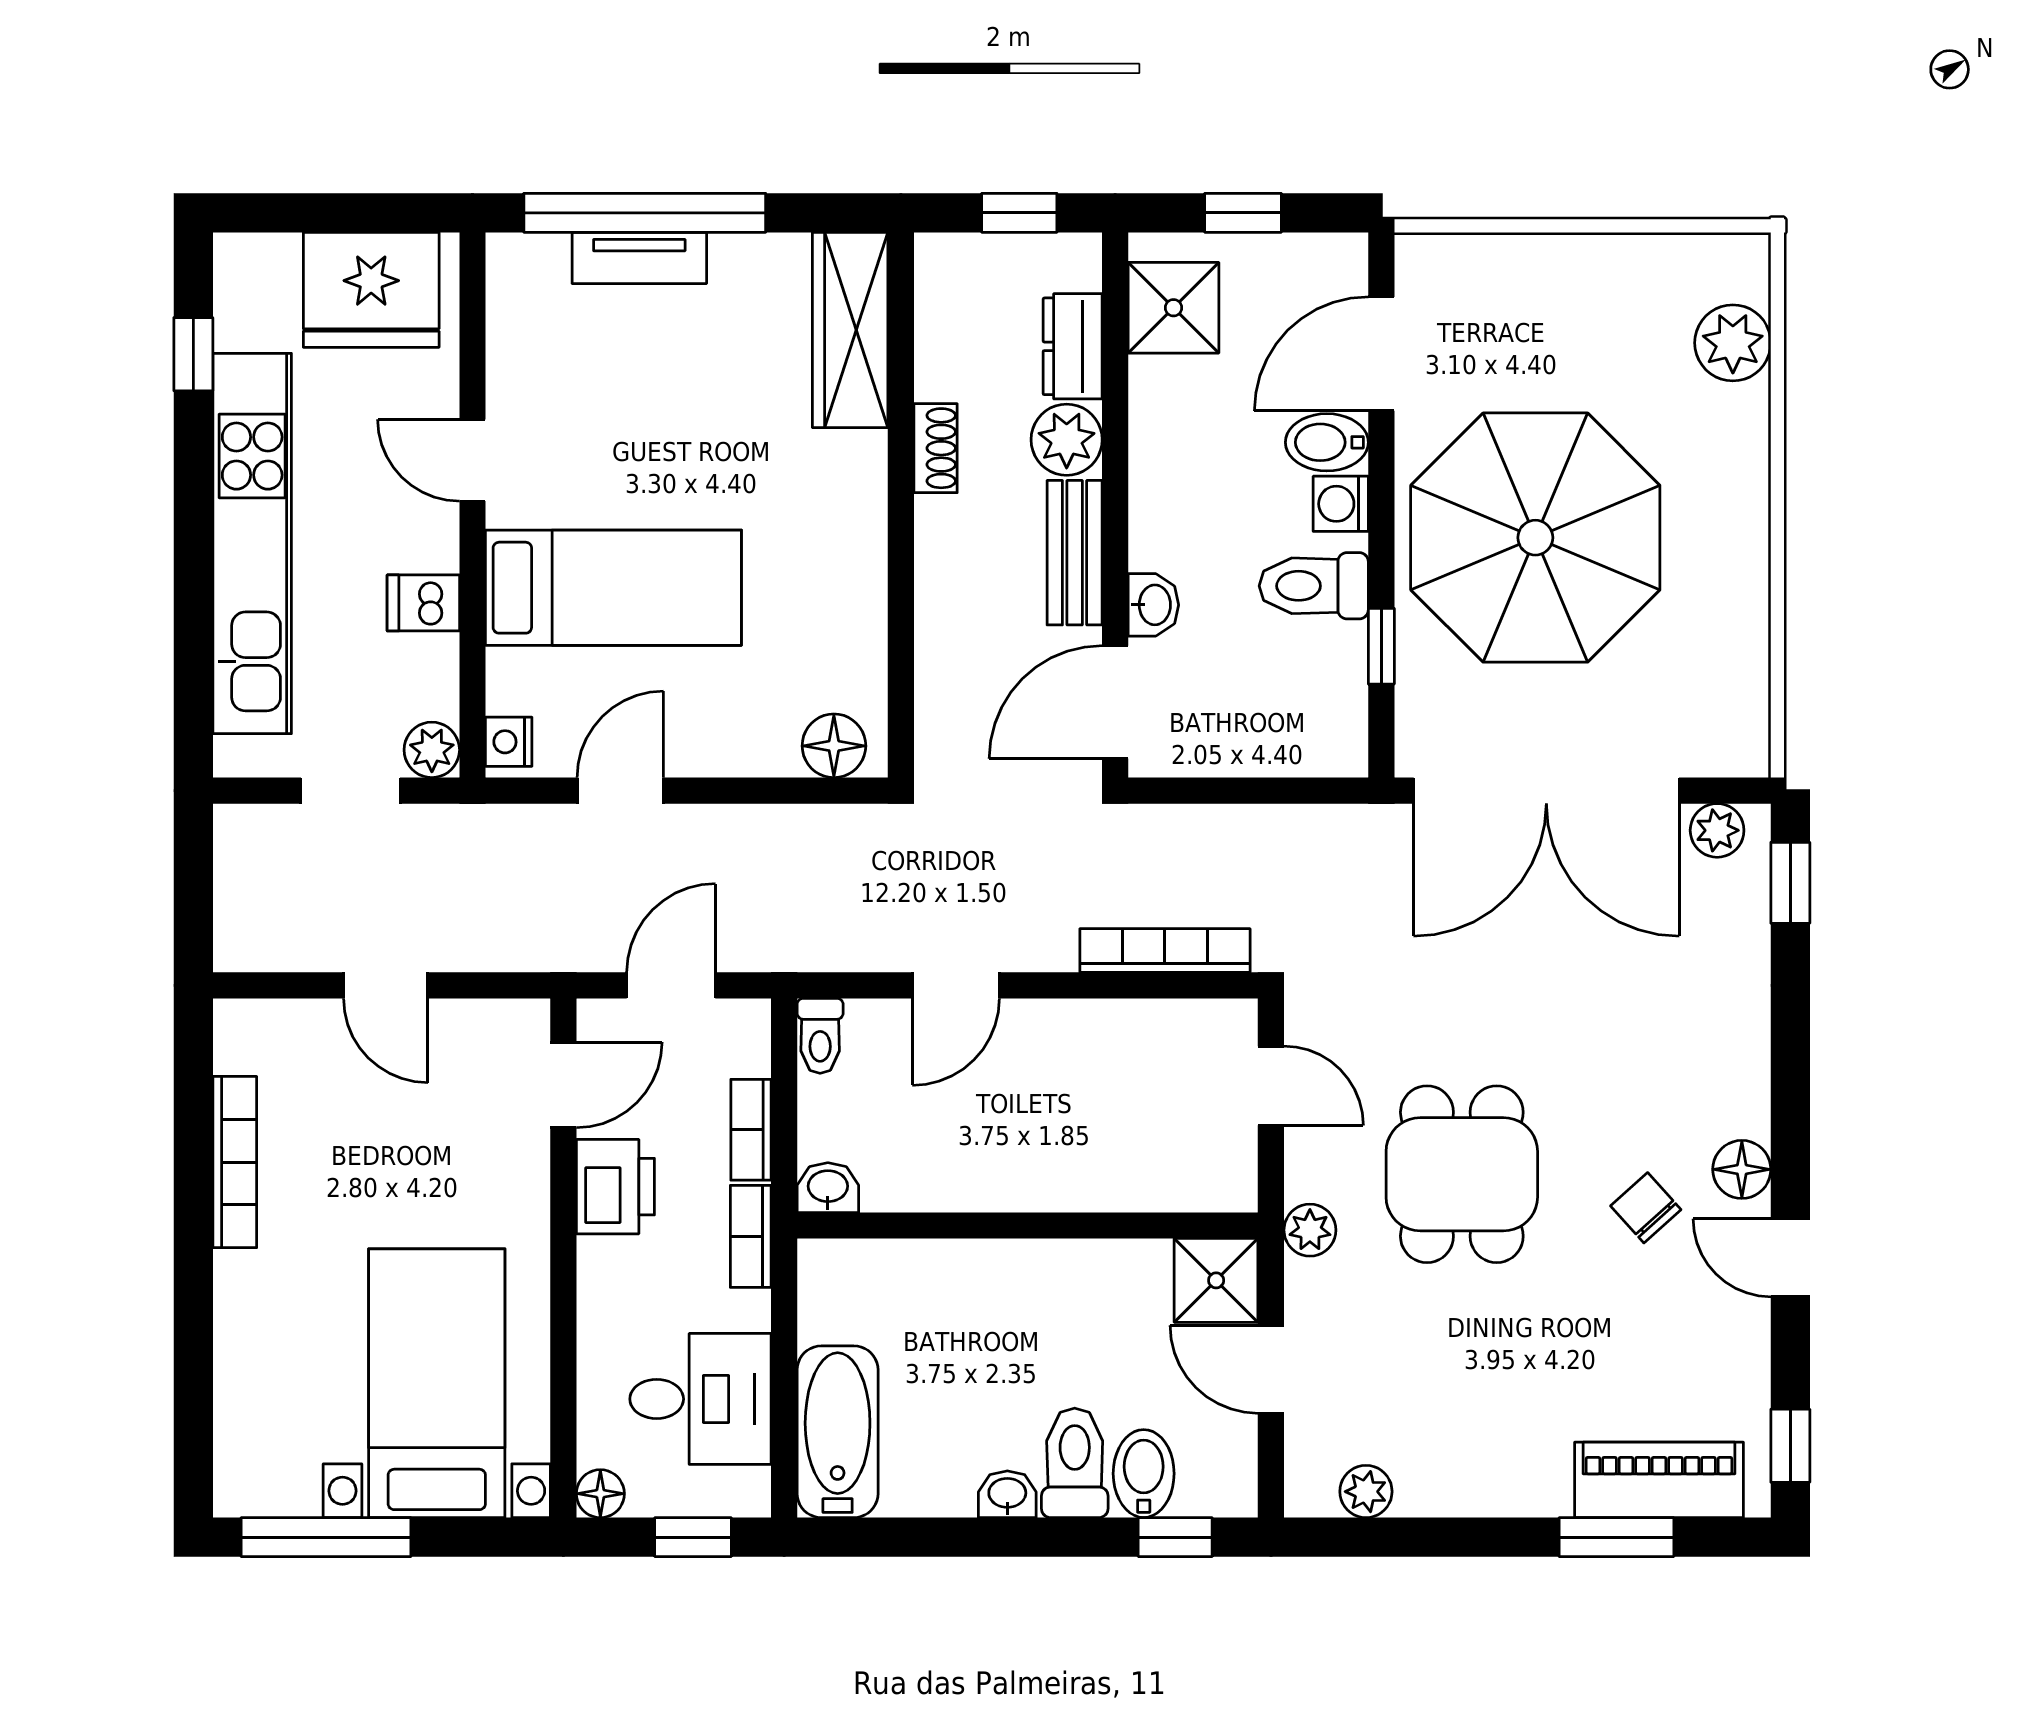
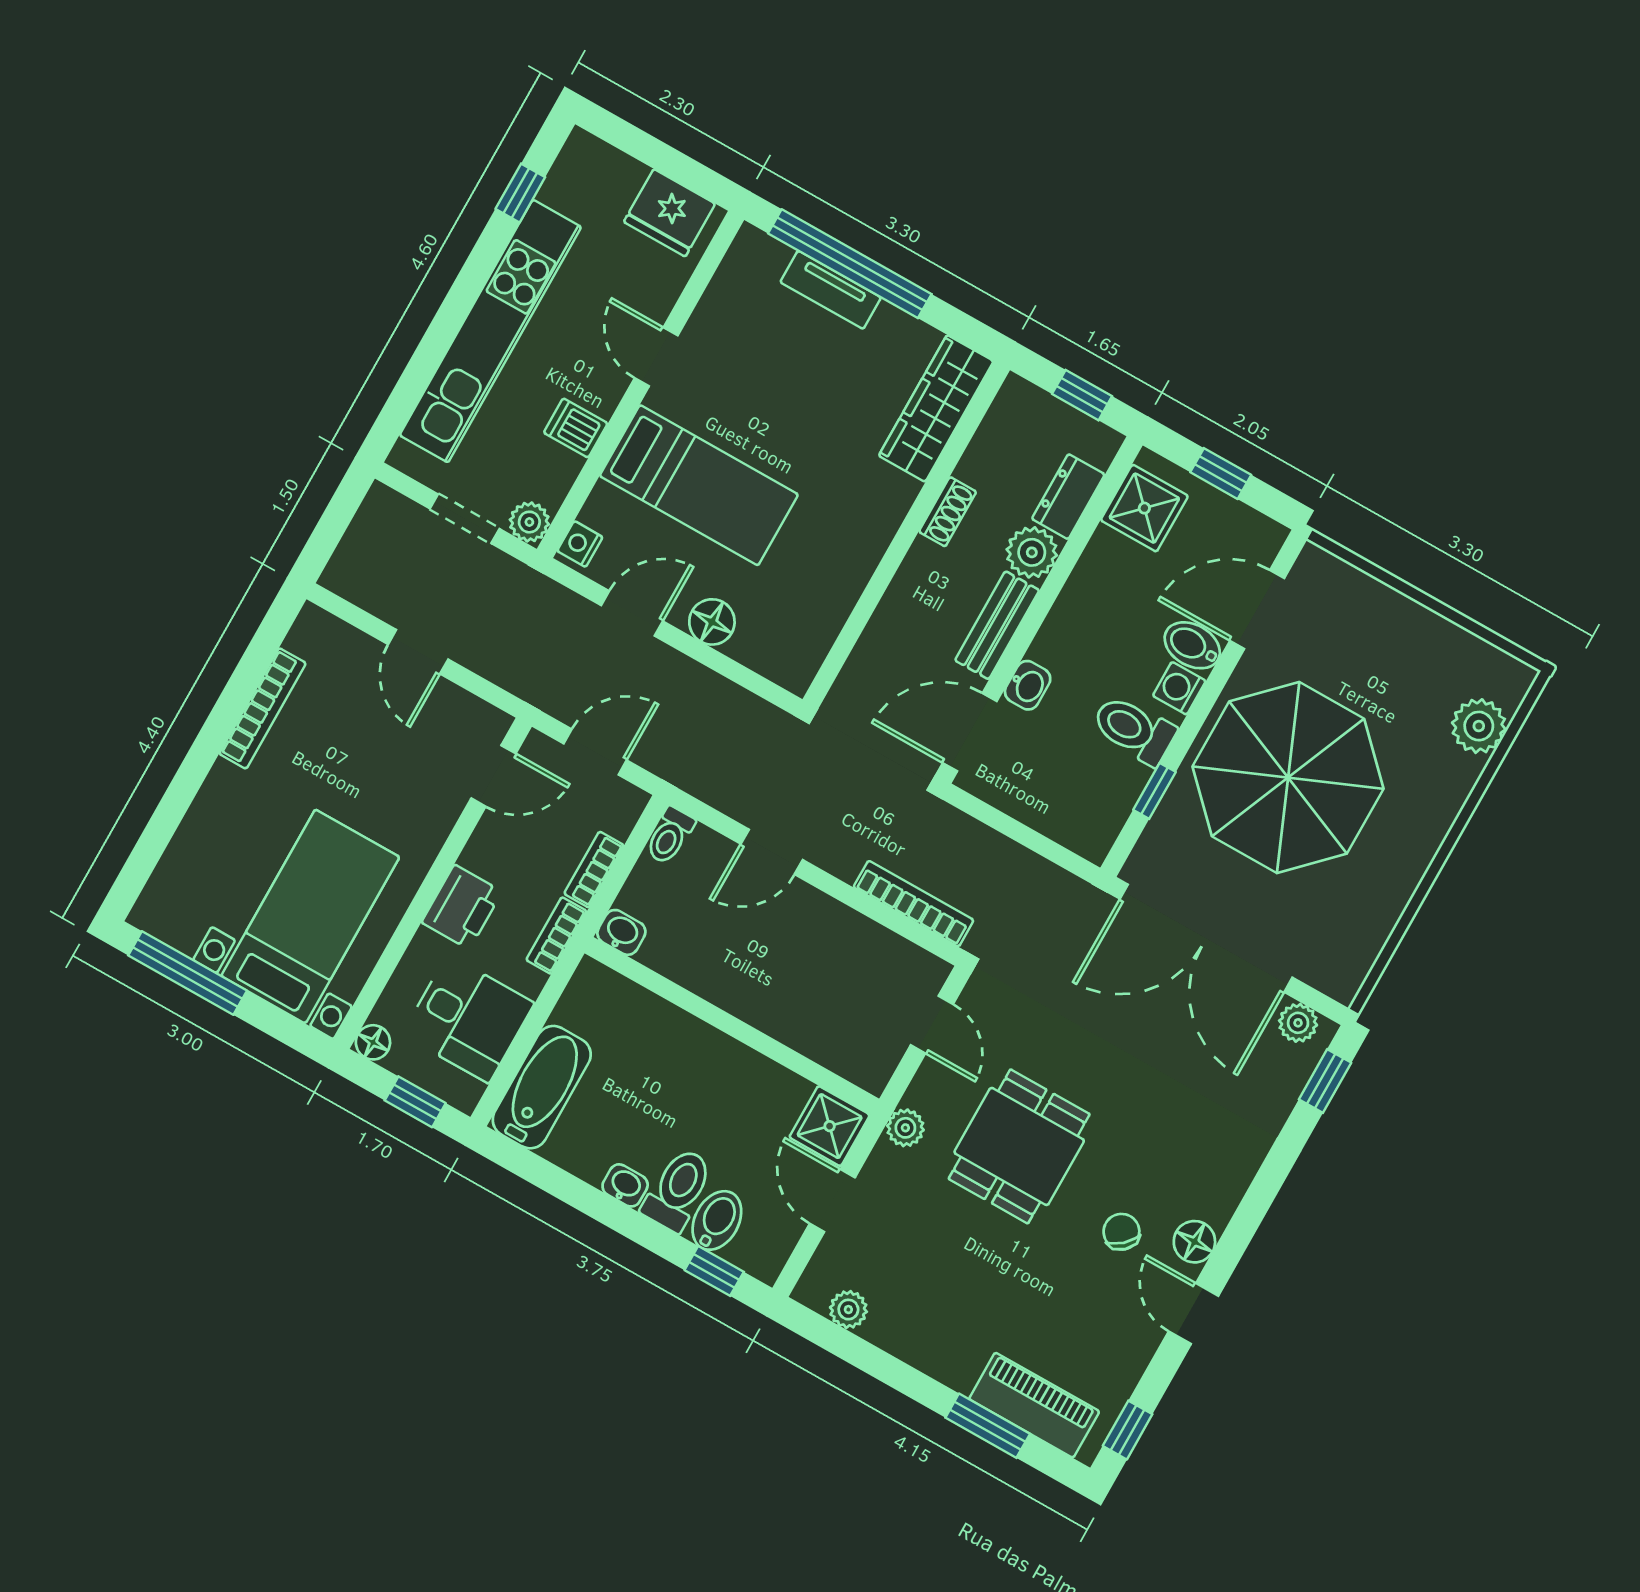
fridge: (371, 290) -> (669, 213), width x0.73, depth x0.75
floor lamp: (834, 746) -> (712, 622), moved
printer: (615, 1187) -> (462, 907), moved

